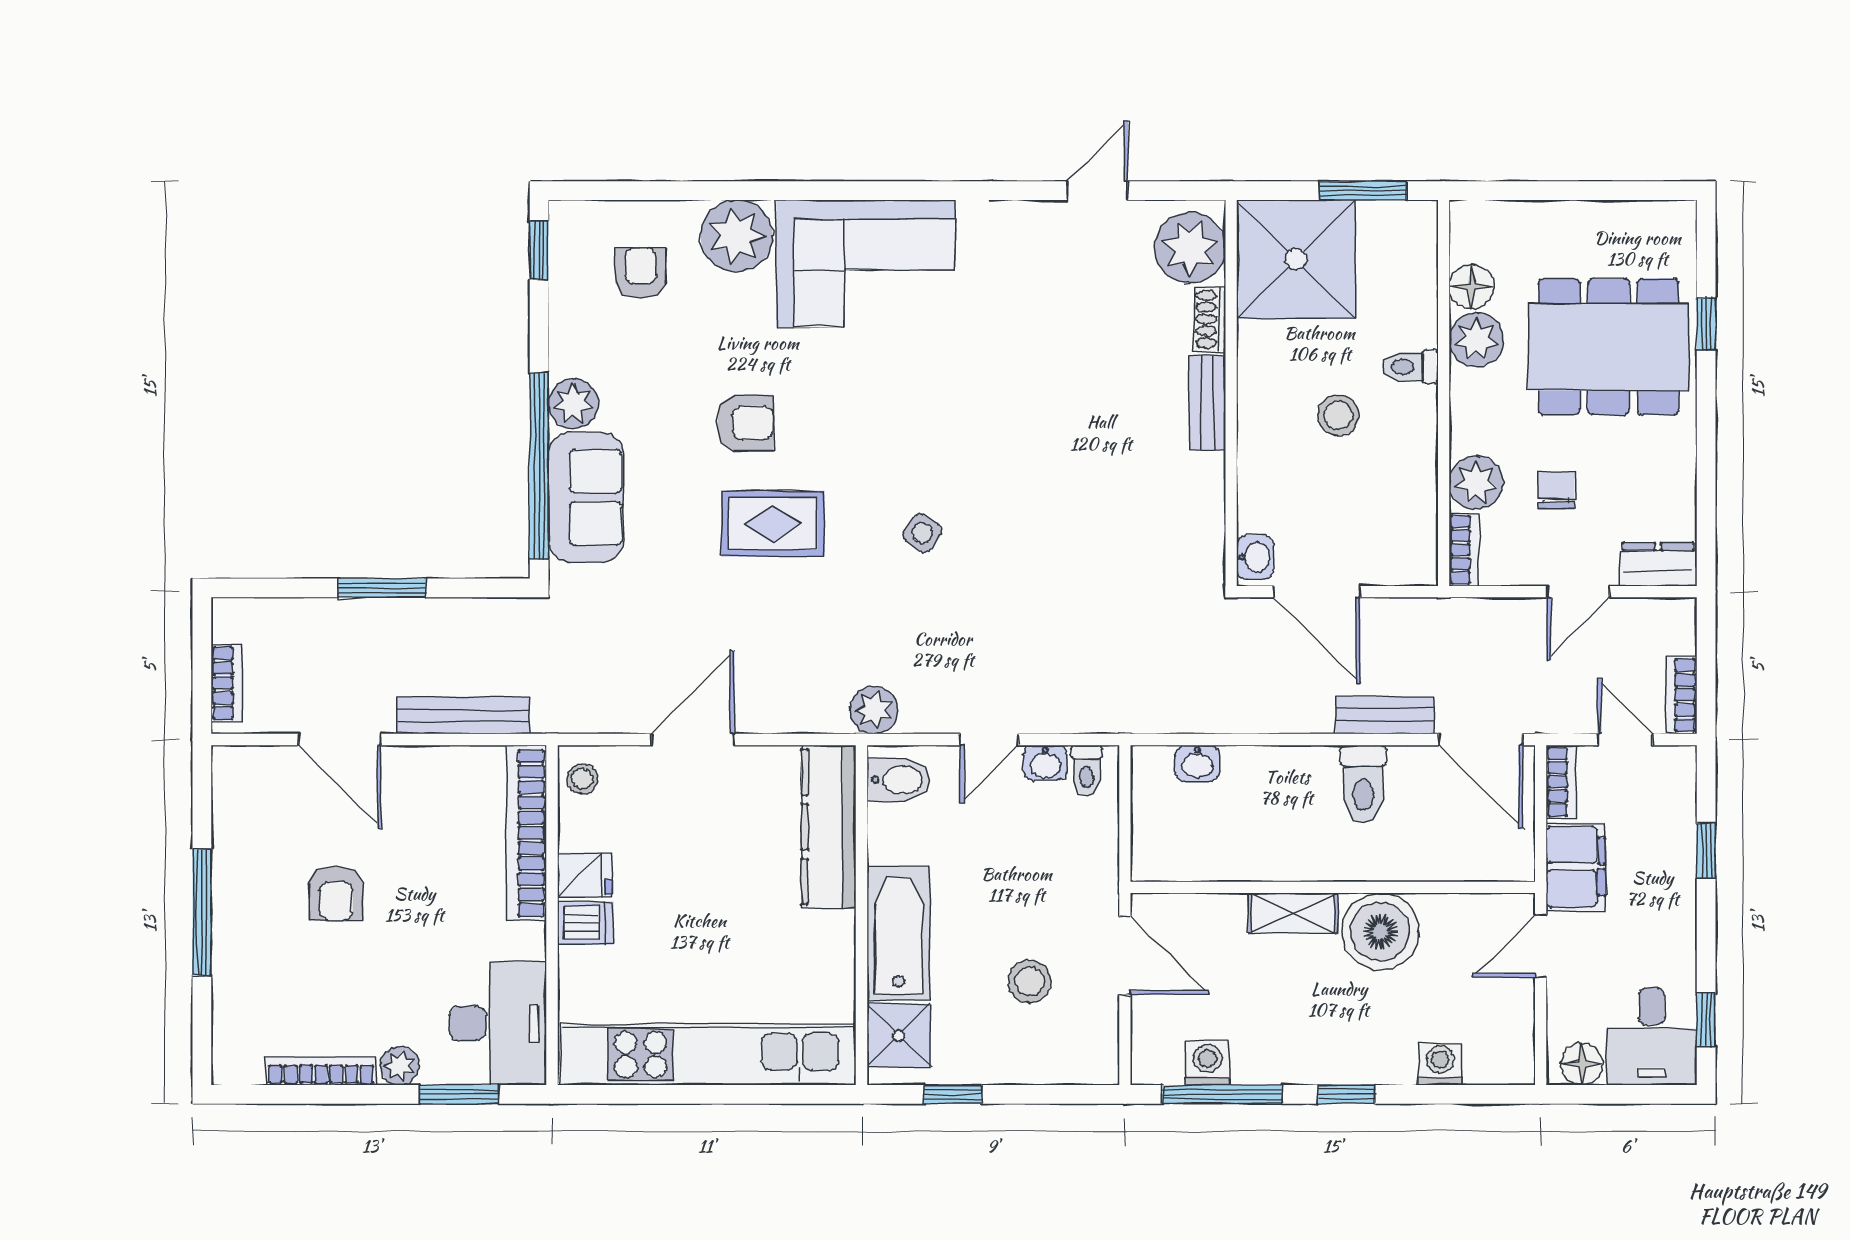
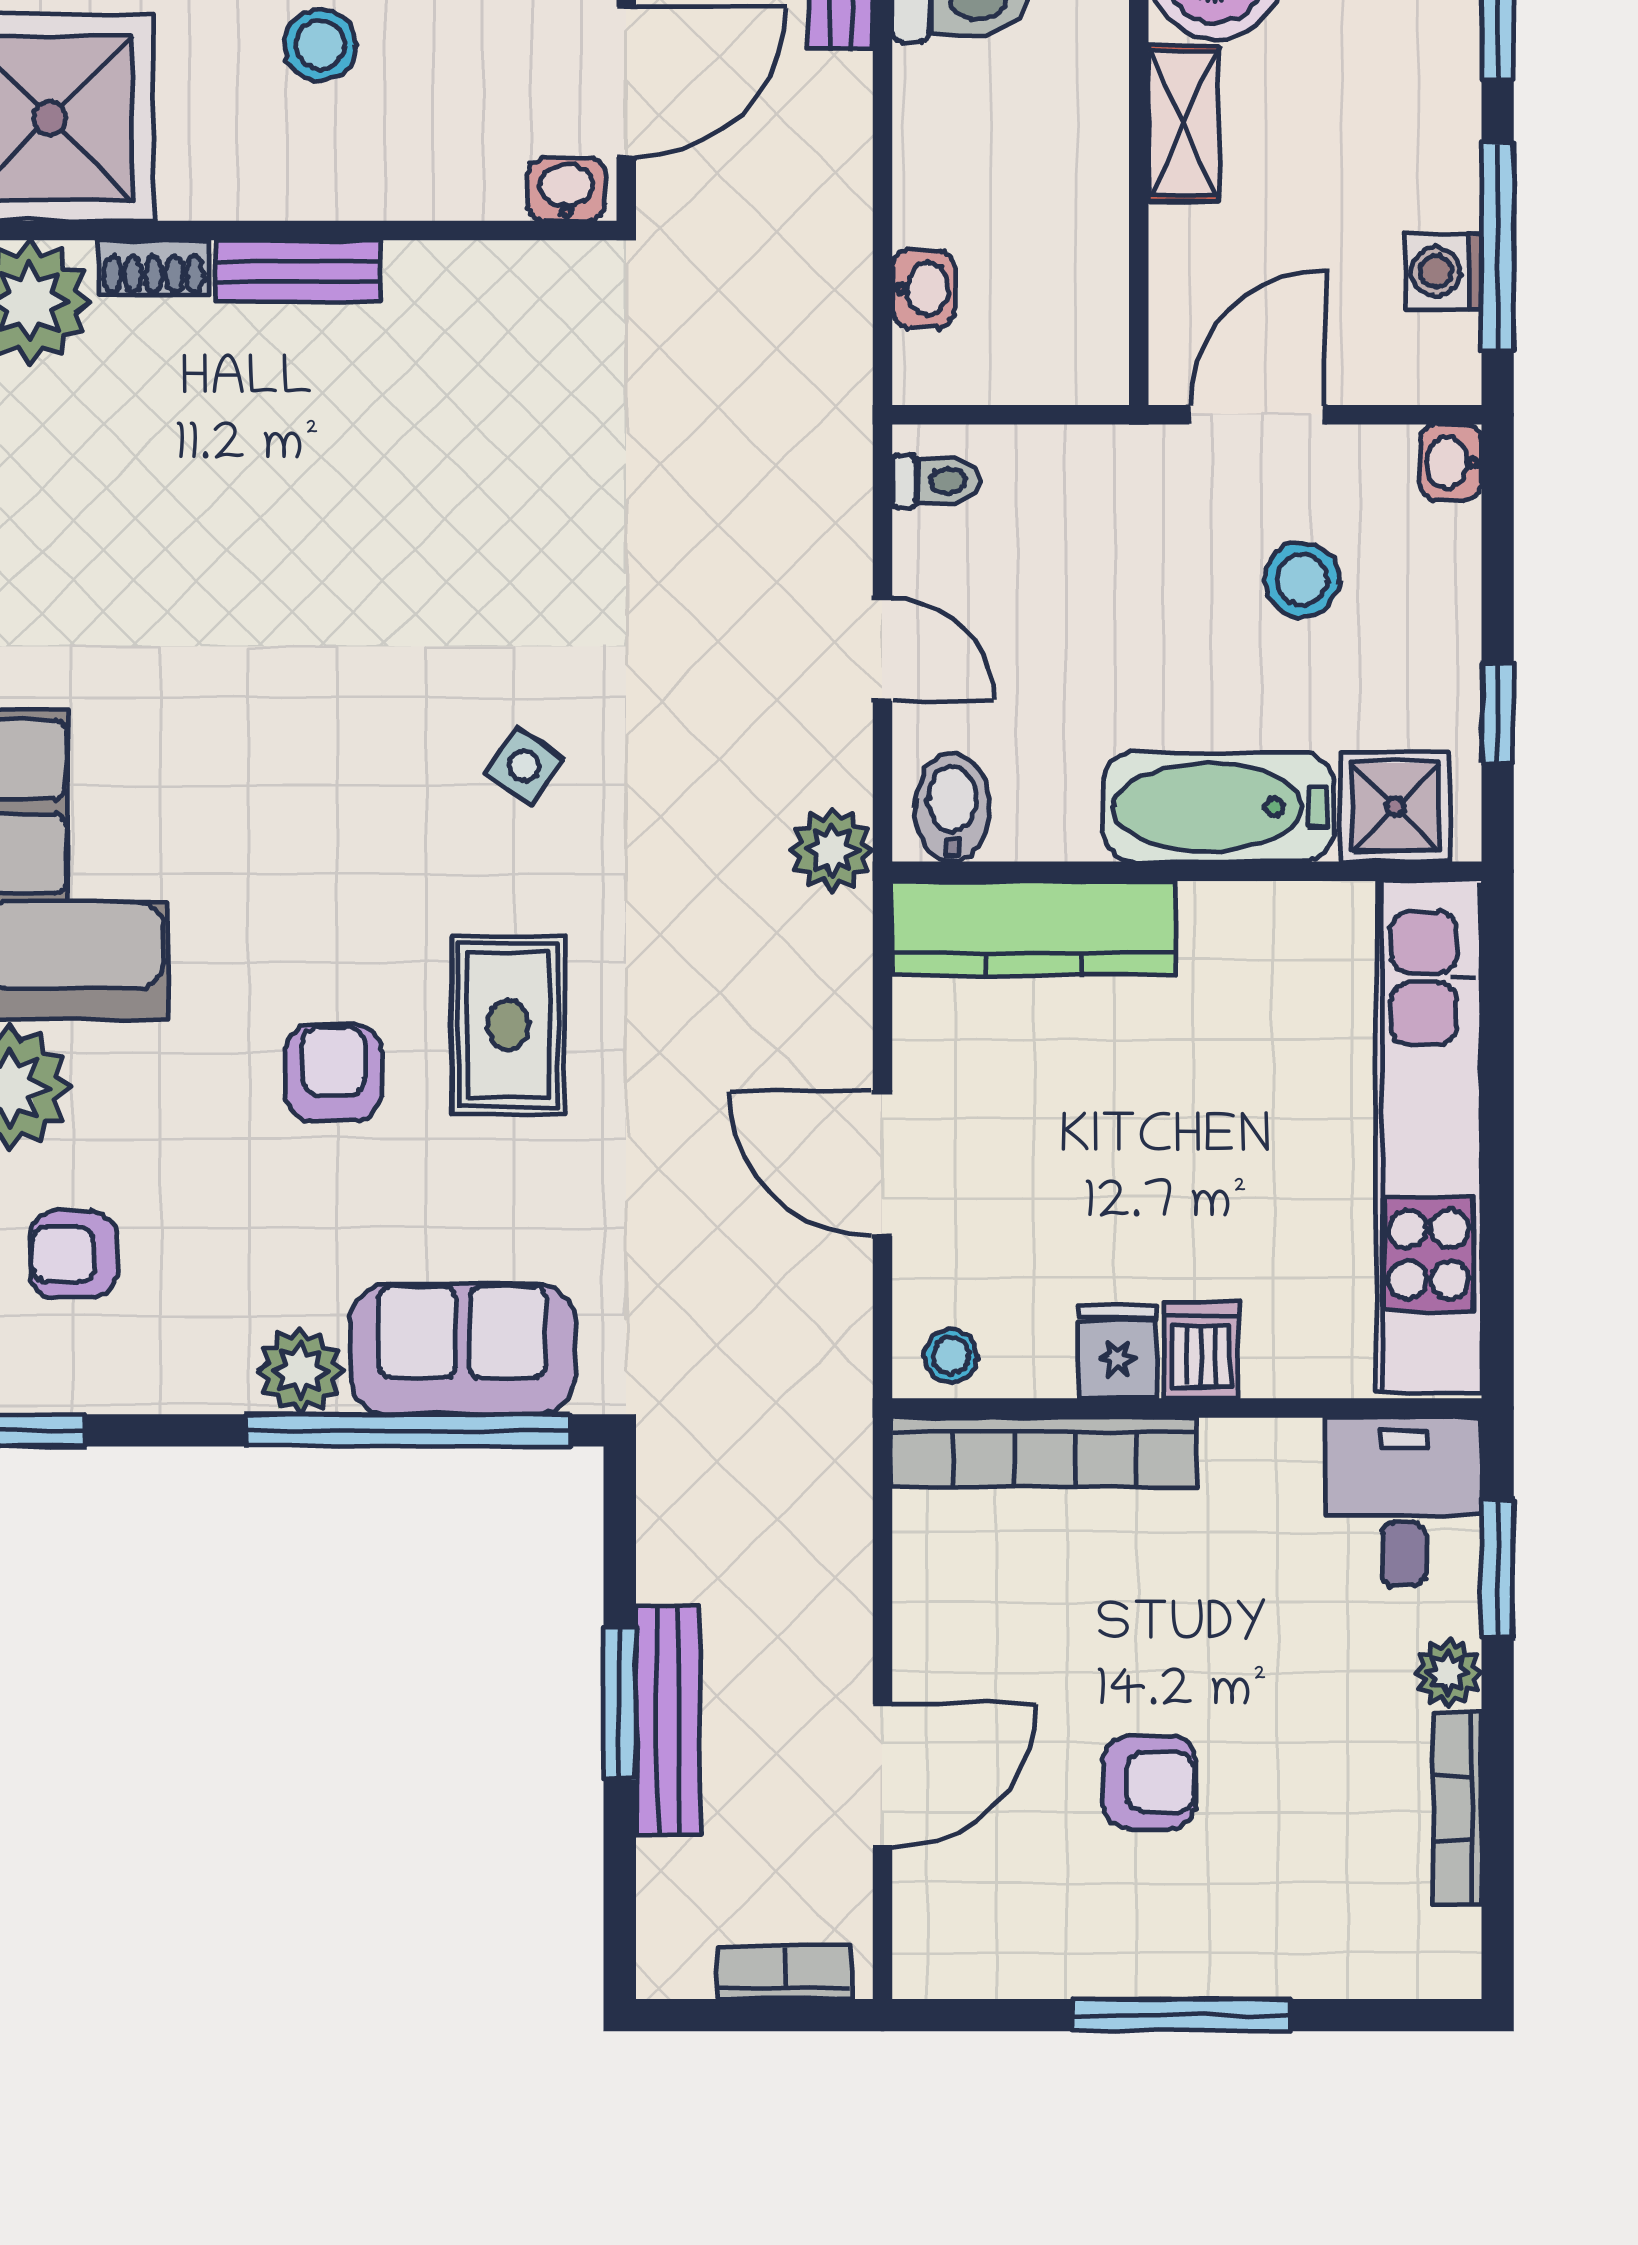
bench: (463, 715) -> (668, 1721), moved
washbasin: (1045, 763) -> (1451, 463), moved, turned 180
desk: (498, 1023) -> (1404, 1502), width x0.73

